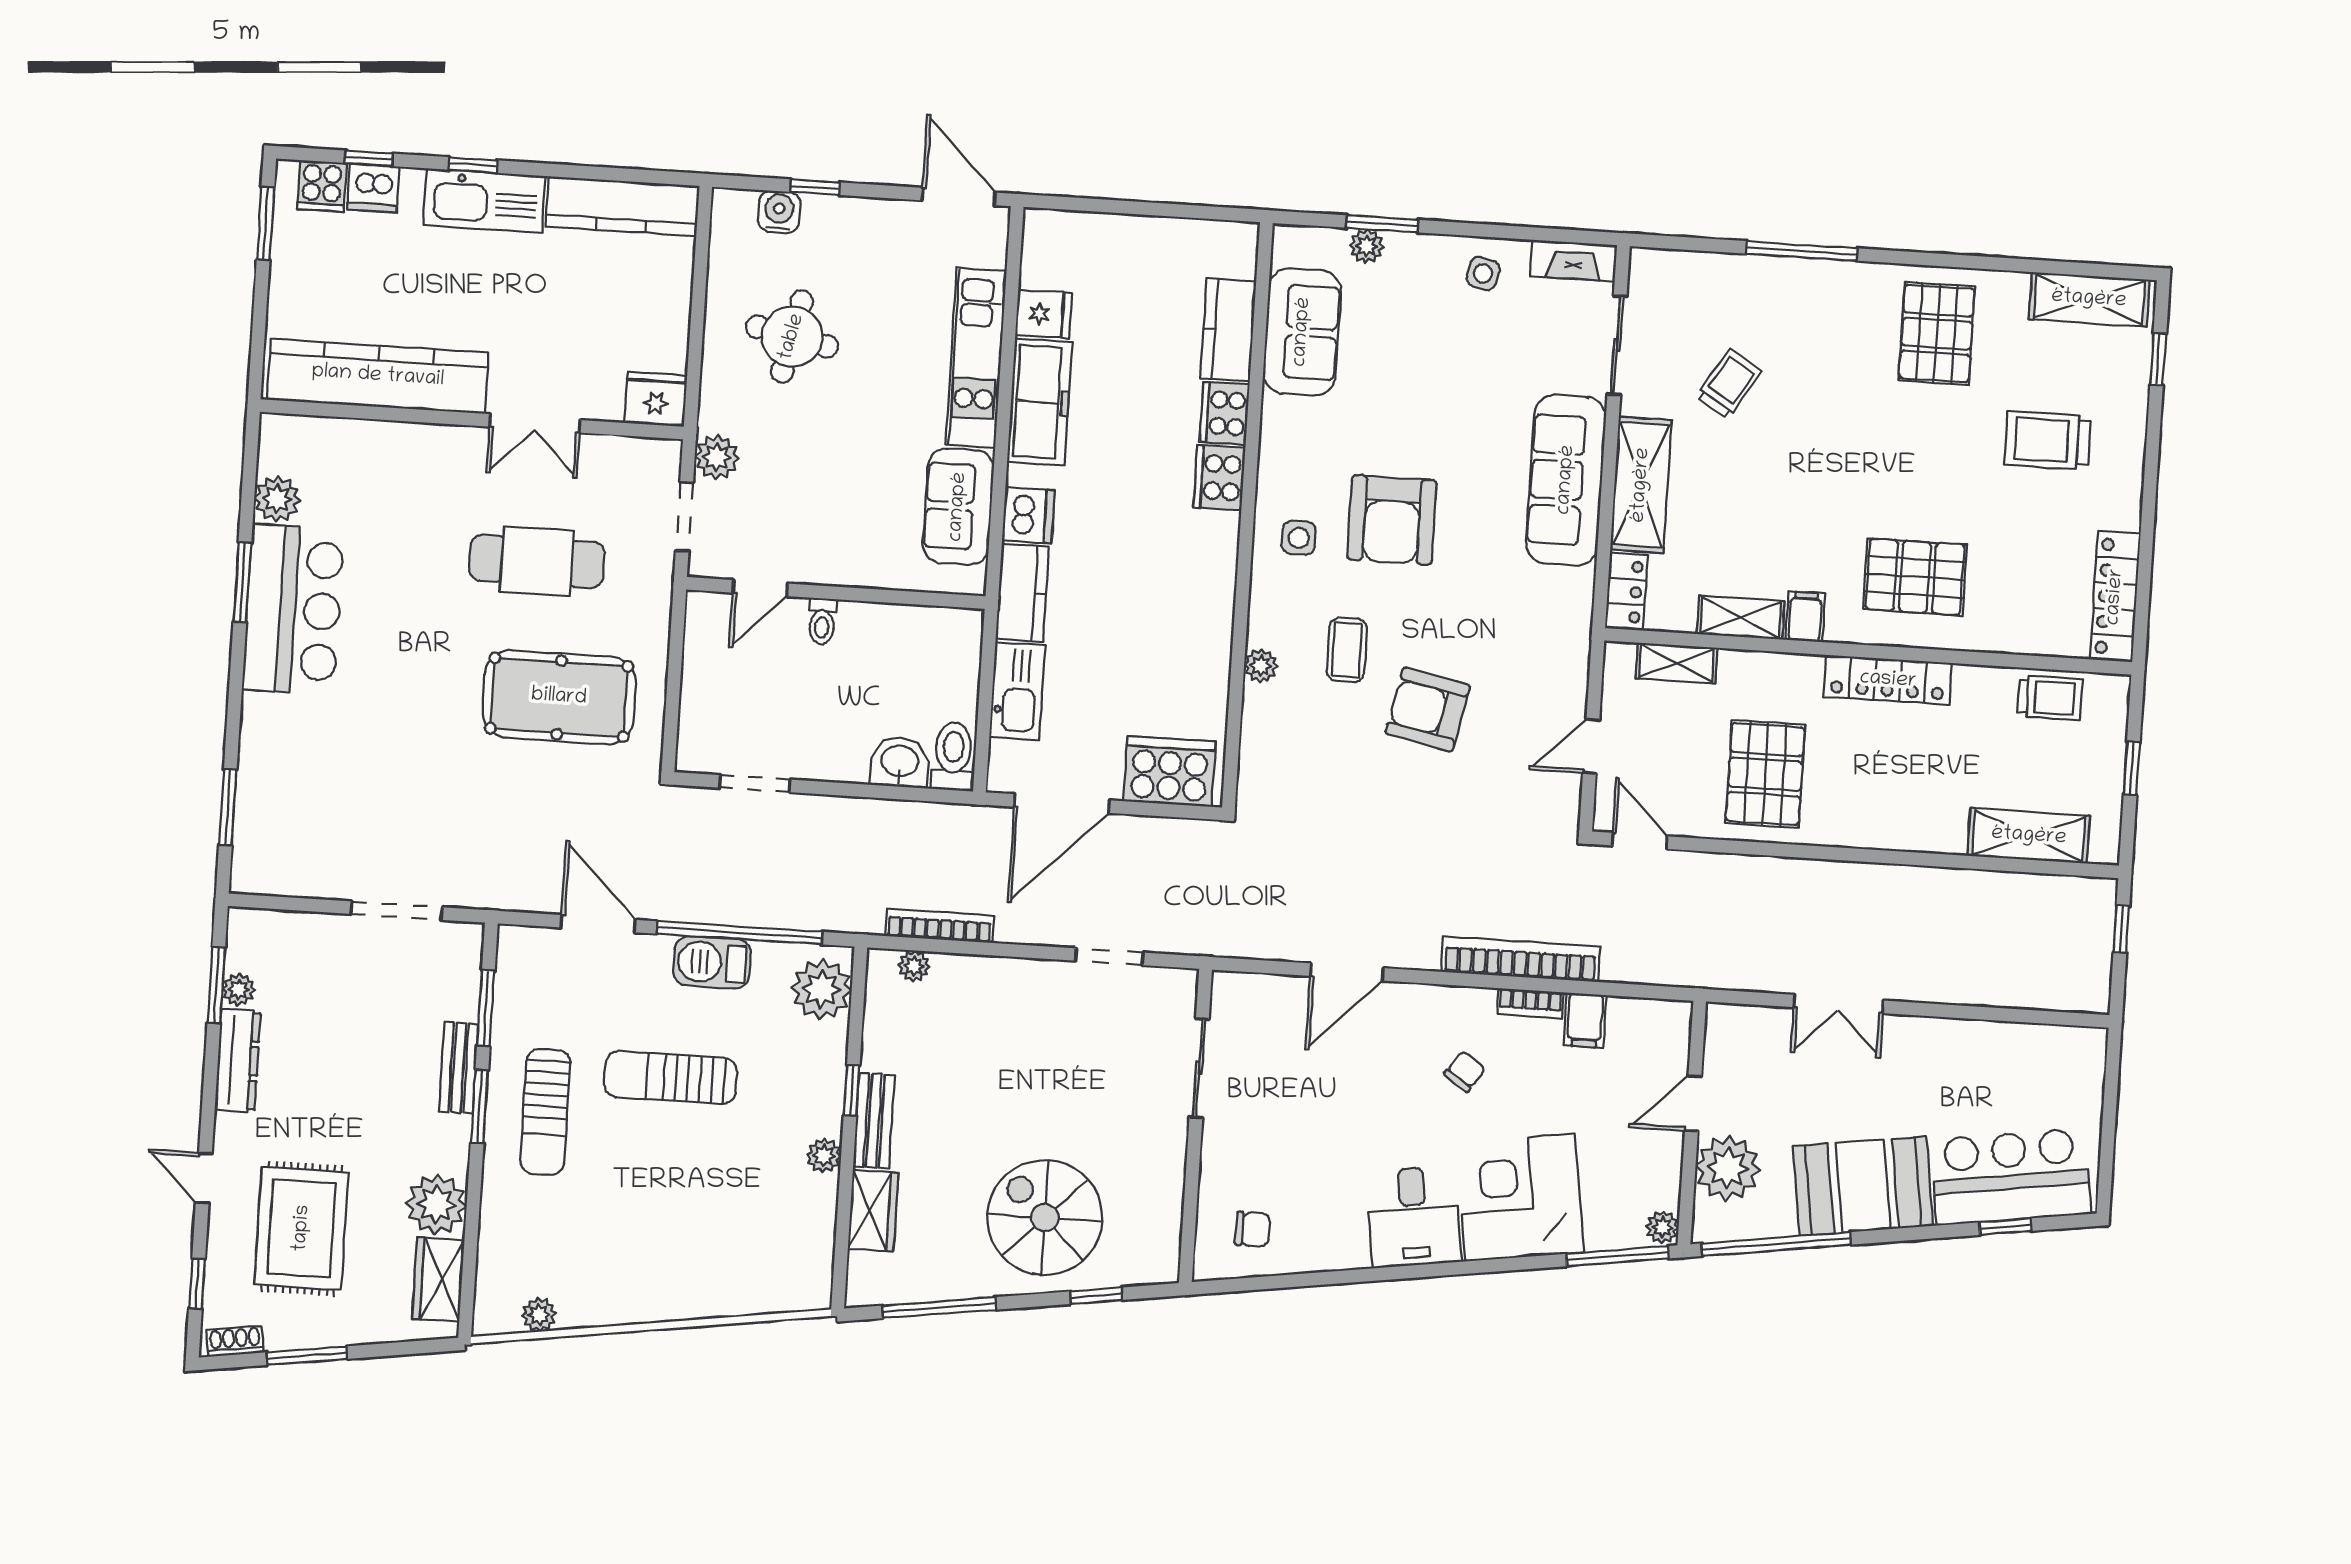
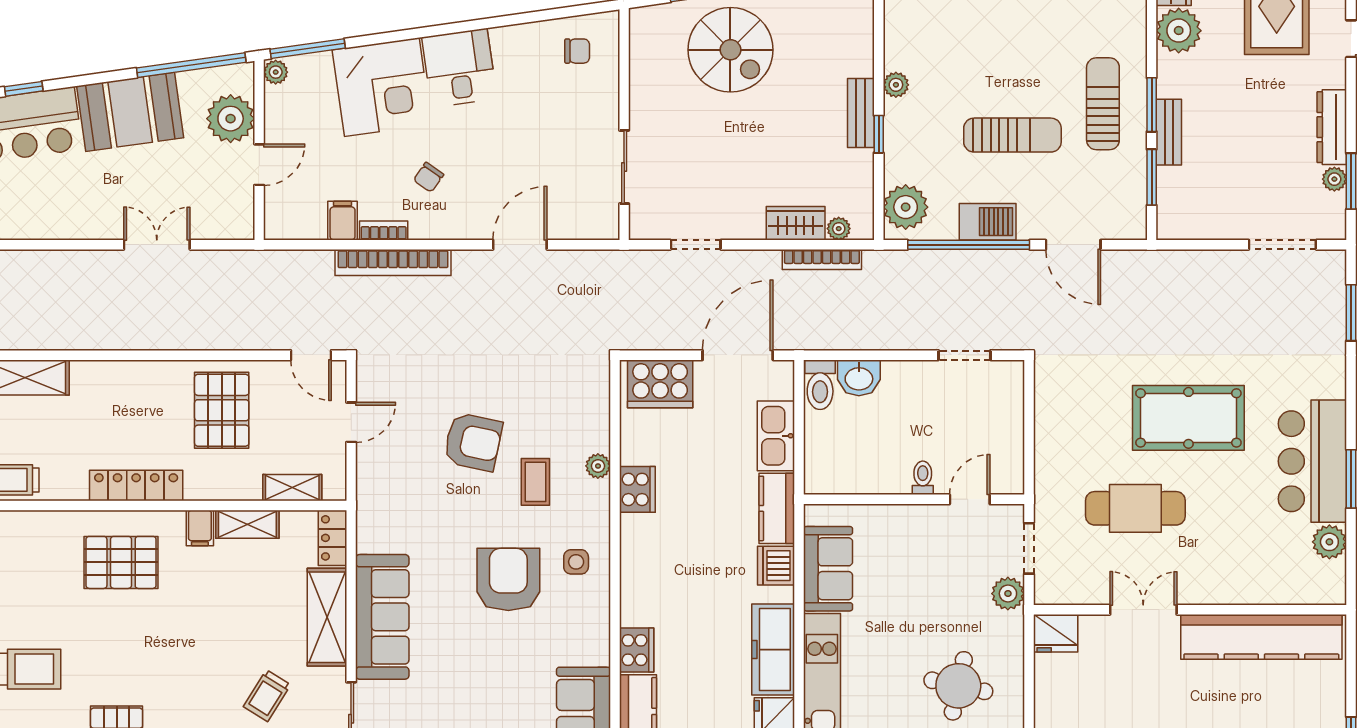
cooker: (1219, 478) -> (637, 489), moved
pool table: (559, 697) -> (1188, 418), moved
doorway: (397, 911) -> (1282, 245), moved
wardrobe: (873, 1211) -> (796, 223), moved, turned 90
chair: (1253, 1229) -> (577, 51), turned 180

